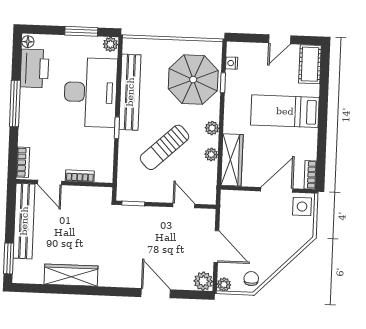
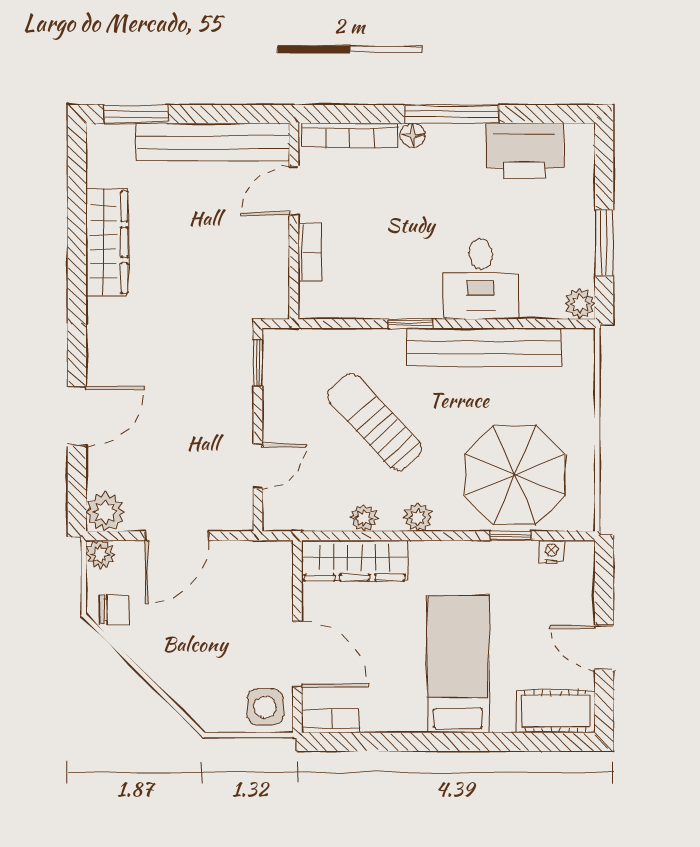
floor lamp: (28, 42) -> (413, 135), moved
desk: (90, 92) -> (481, 279), width x0.53, depth x0.77
bookcase: (23, 162) -> (350, 135), width x1.56

